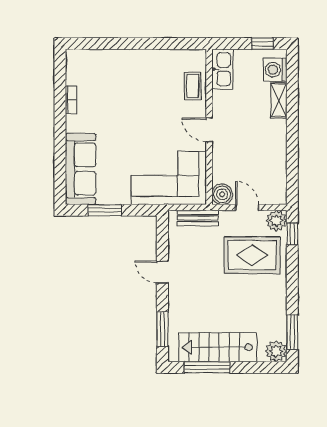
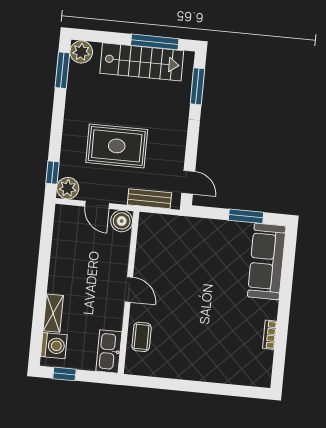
corner sofa: (169, 178) -> (176, 243), removed
rug: (252, 255) -> (117, 146), moved
door: (162, 272) -> (188, 182), moved

